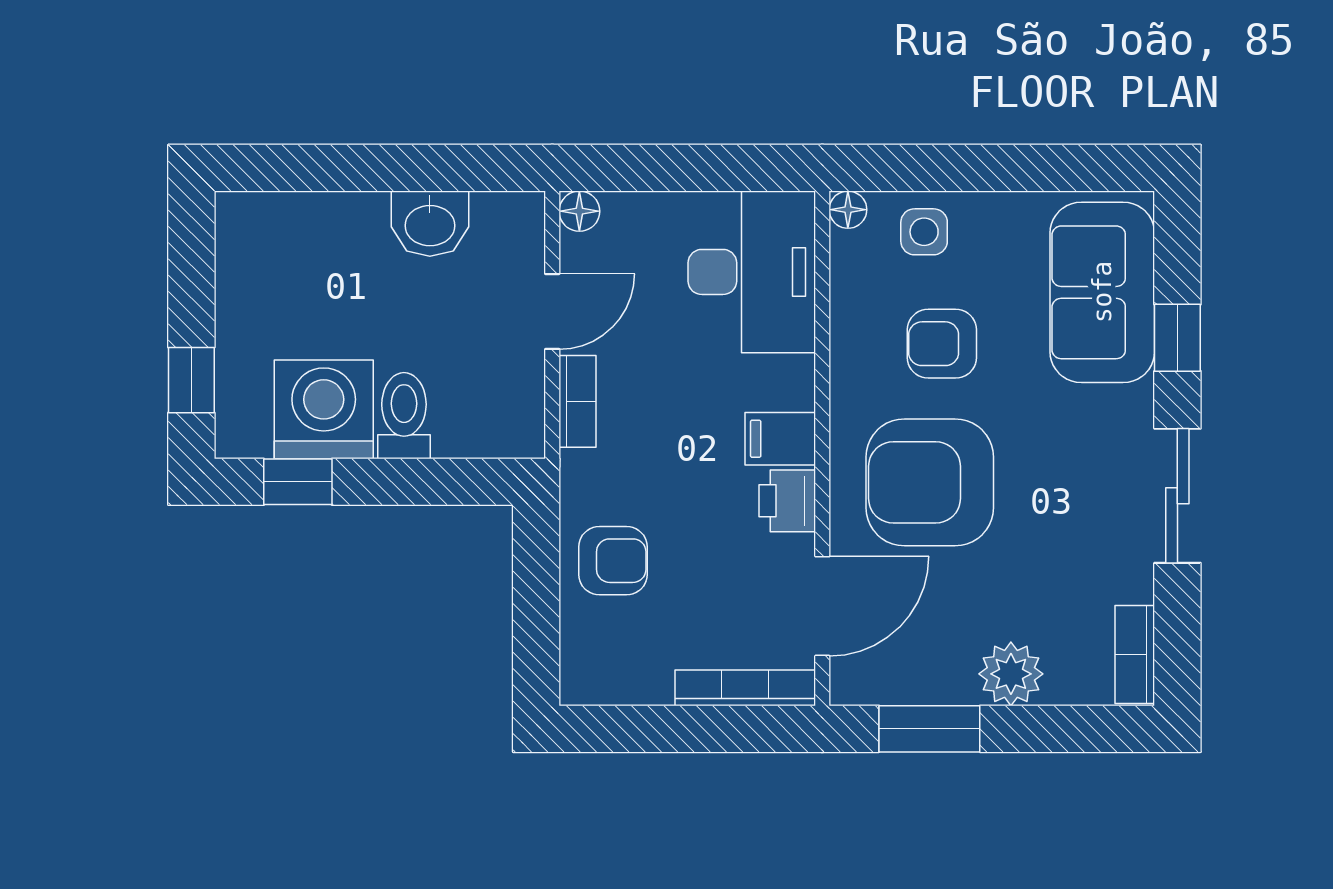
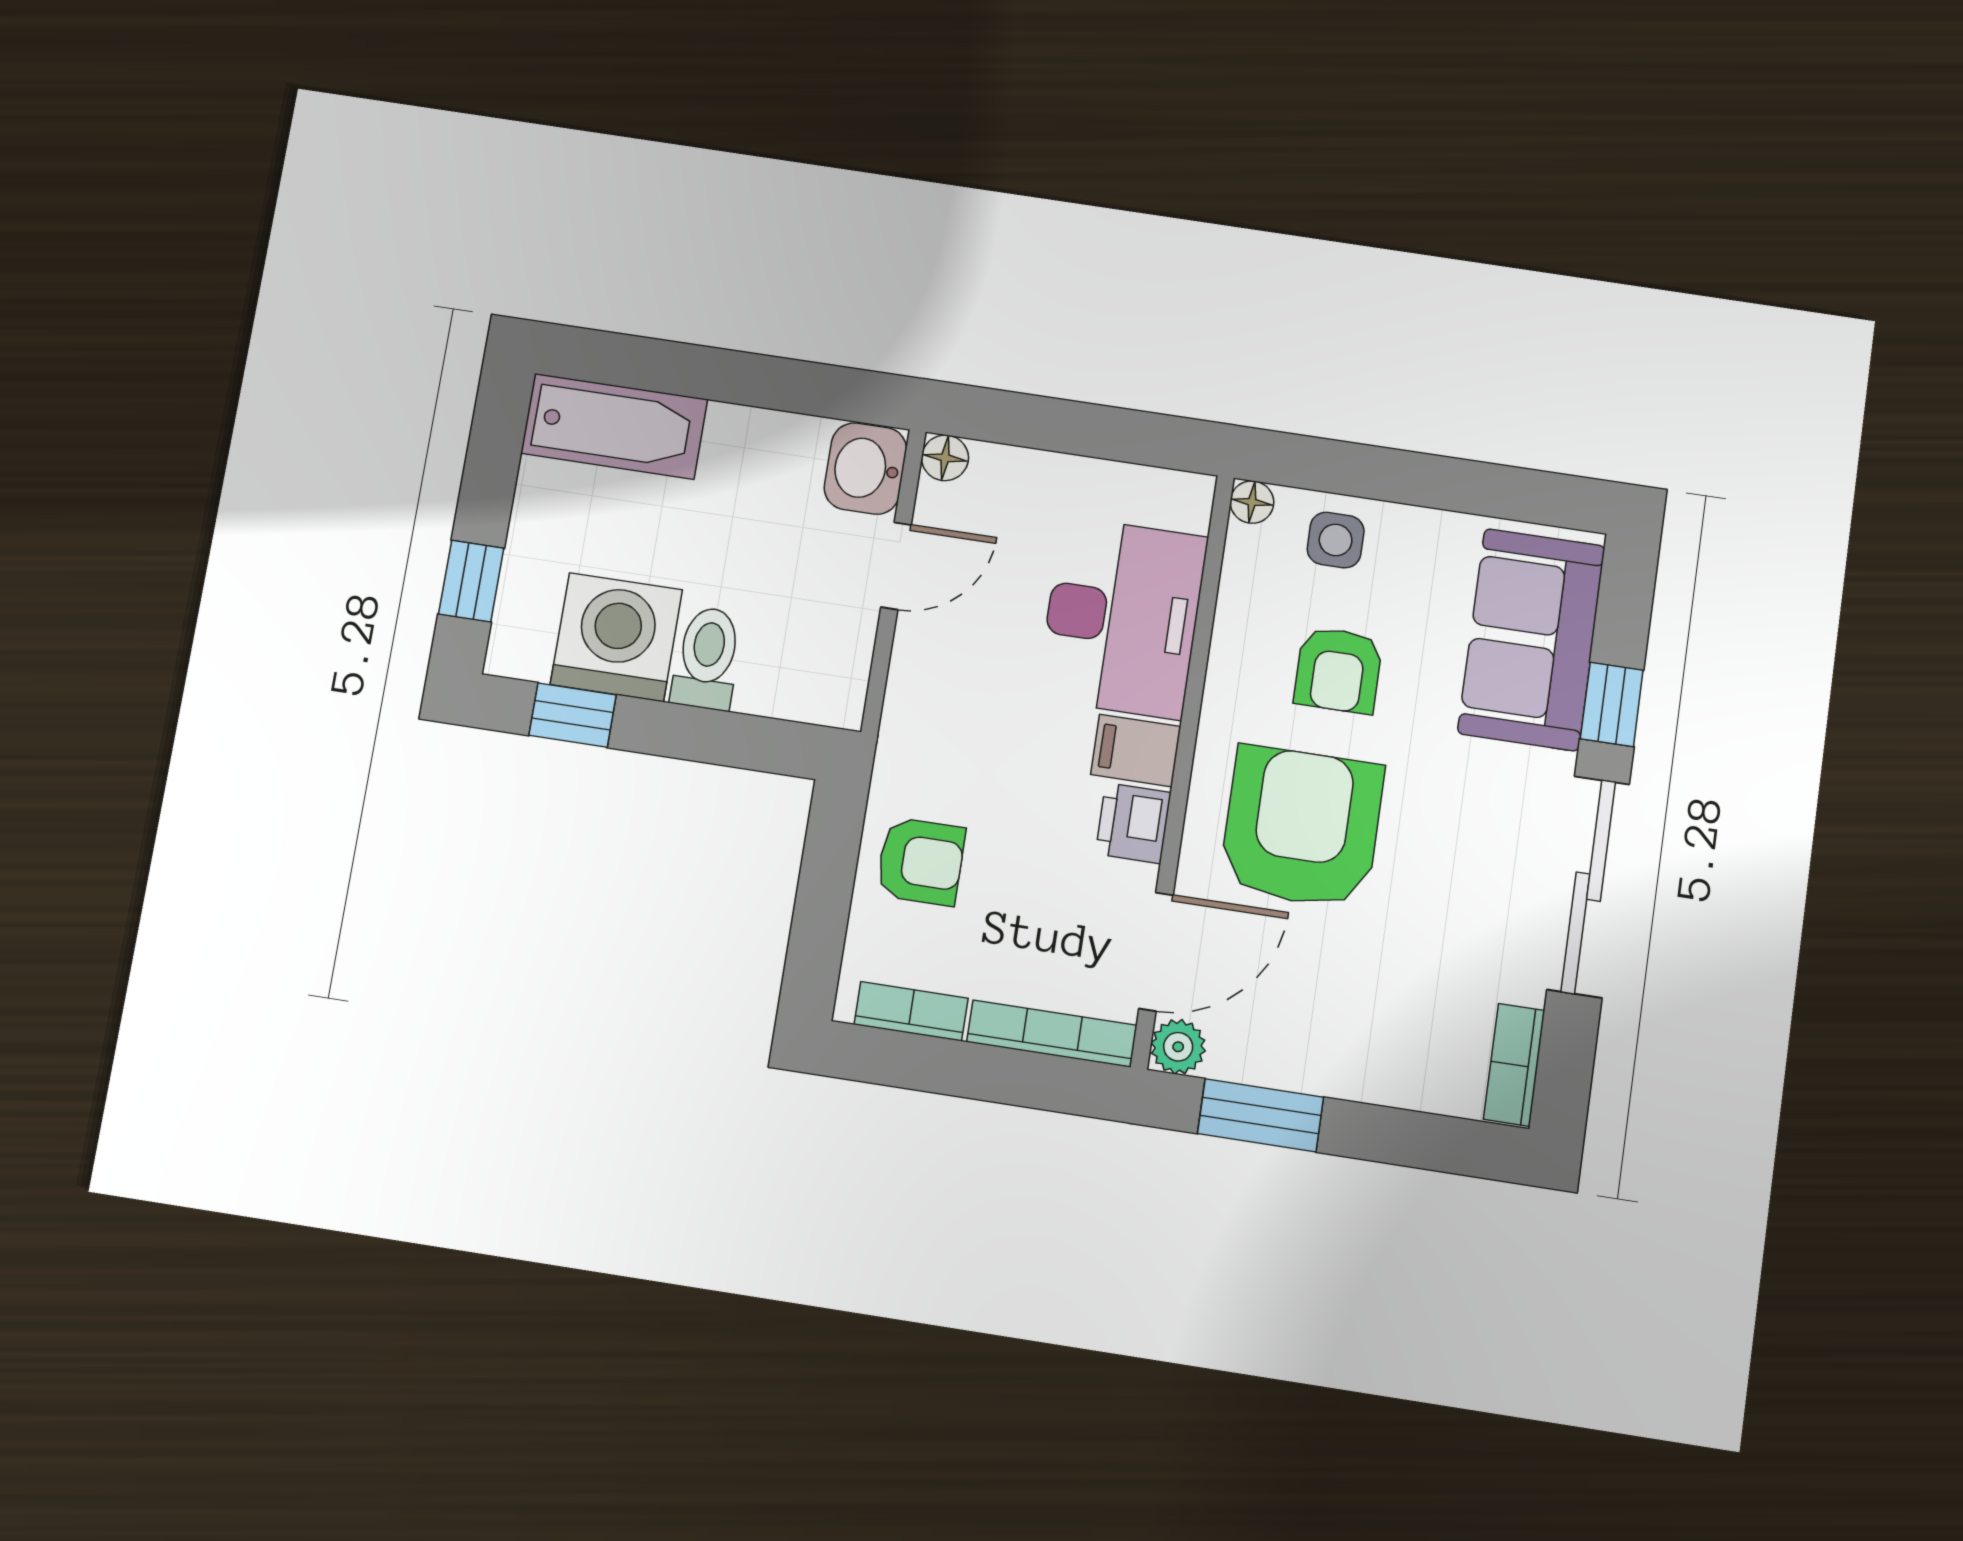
washbasin: (430, 224) -> (865, 469), moved, turned 90
bathtub: (291, 227) -> (614, 426), added
desk: (752, 272) -> (1122, 618), moved
armchair: (942, 344) -> (1338, 670), turned -90
bookcase: (578, 401) -> (911, 1011), moved, turned -90
armchair: (930, 482) -> (1302, 827), turned 90
sliding door: (1177, 496) -> (1588, 887), width x1.37
plant: (1011, 674) -> (1178, 1047), moved, width x0.73, depth x0.73

